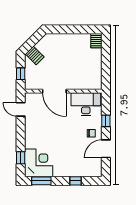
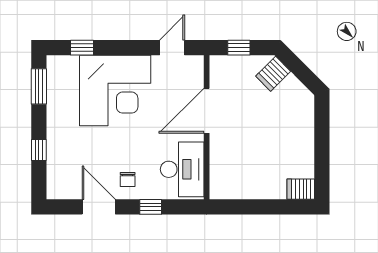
corner desk: (39, 163) -> (115, 91), moved, width x1.36, depth x1.36

